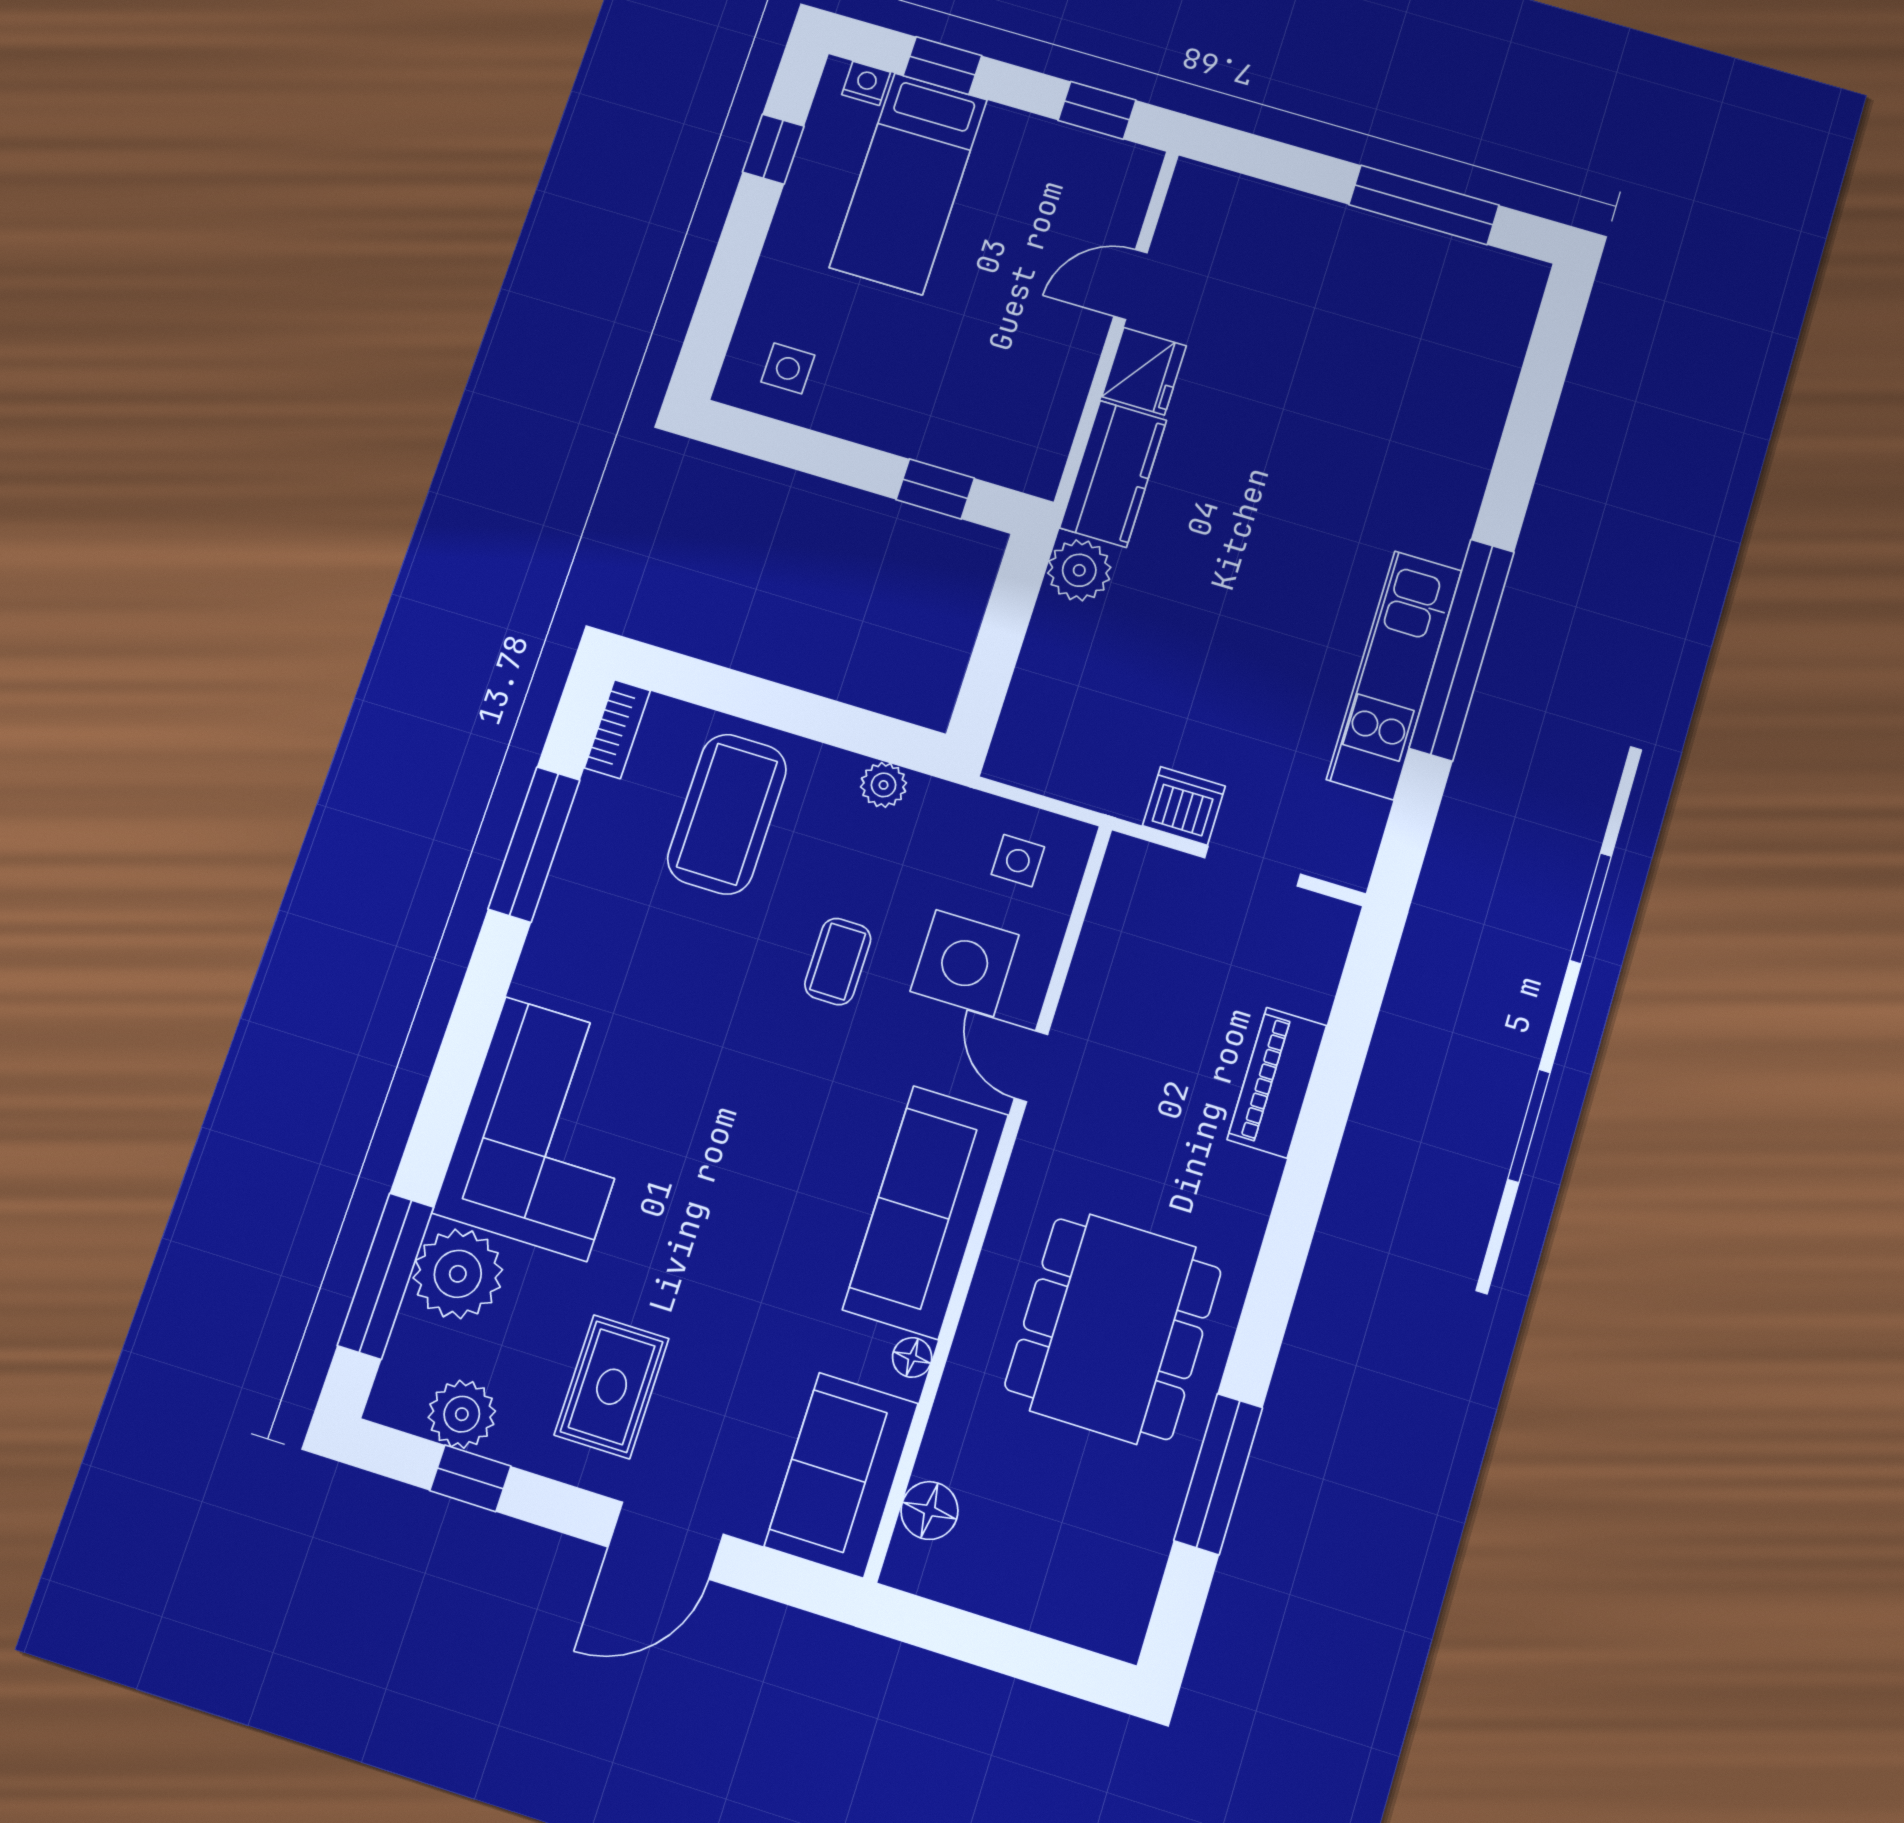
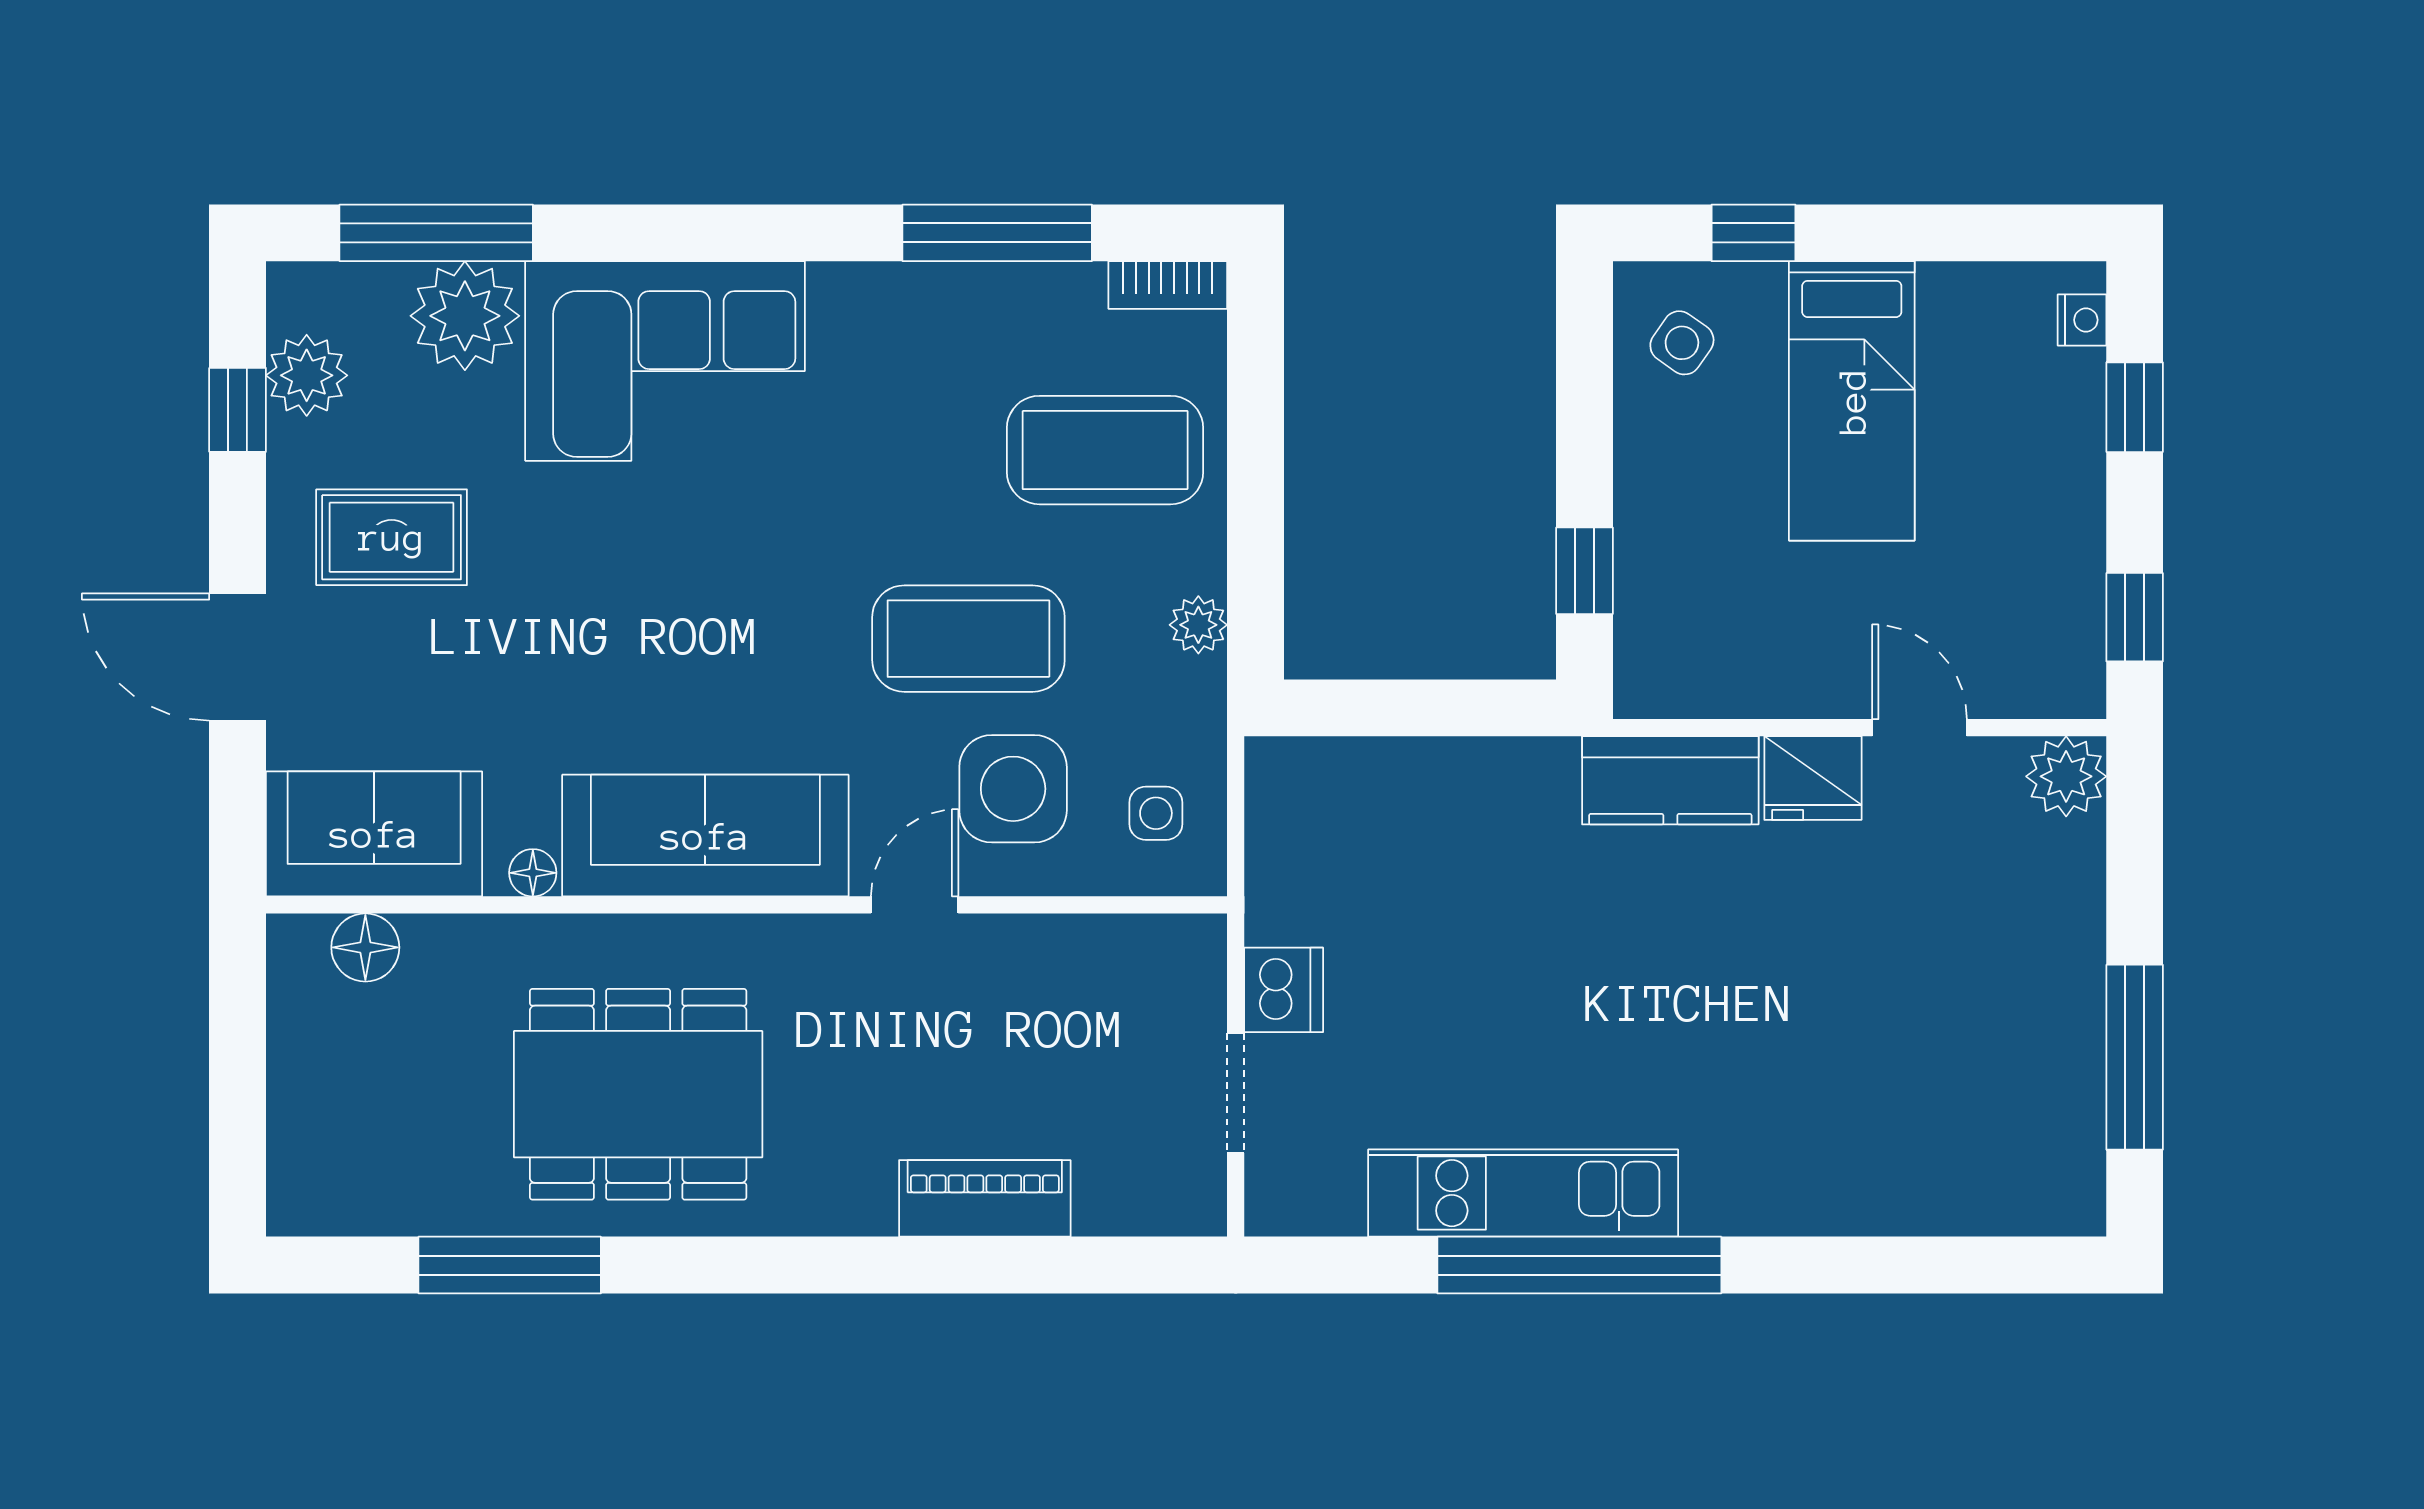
window: (773, 149) -> (1753, 233), moved
bed: (908, 183) -> (1852, 401), moved, turned -90
side table: (788, 368) -> (1682, 343), turned 35
plant: (1079, 570) -> (2066, 776), moved
coffee table: (838, 962) -> (968, 639), width x1.86, depth x1.72

